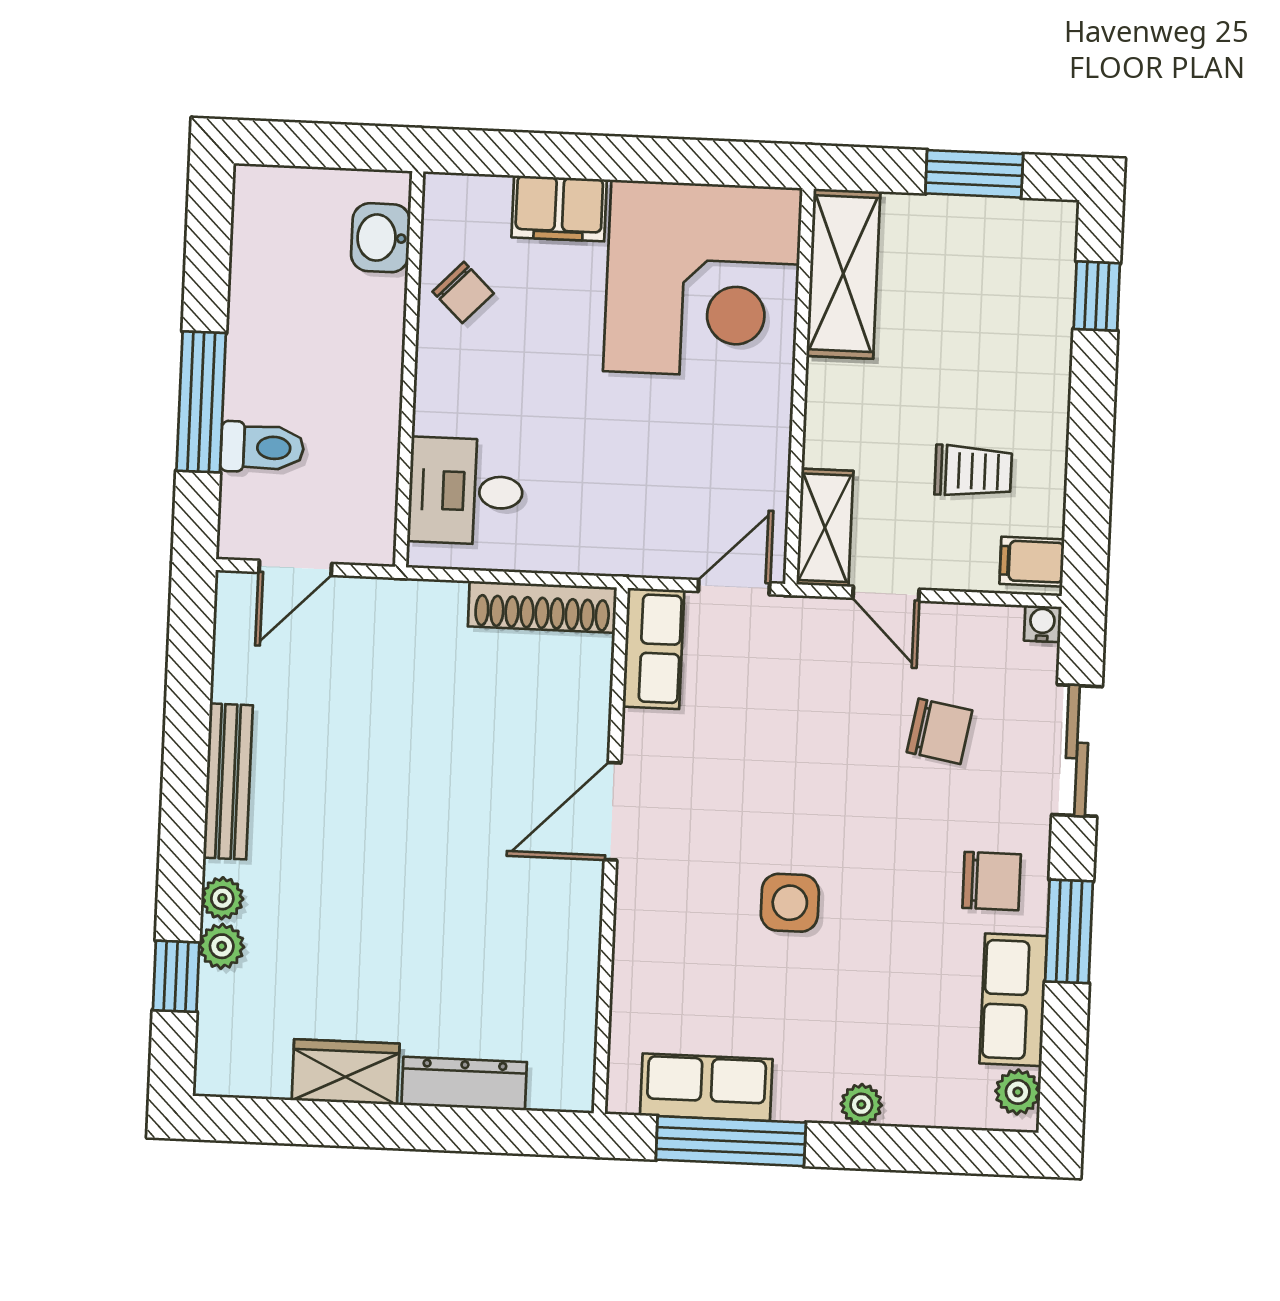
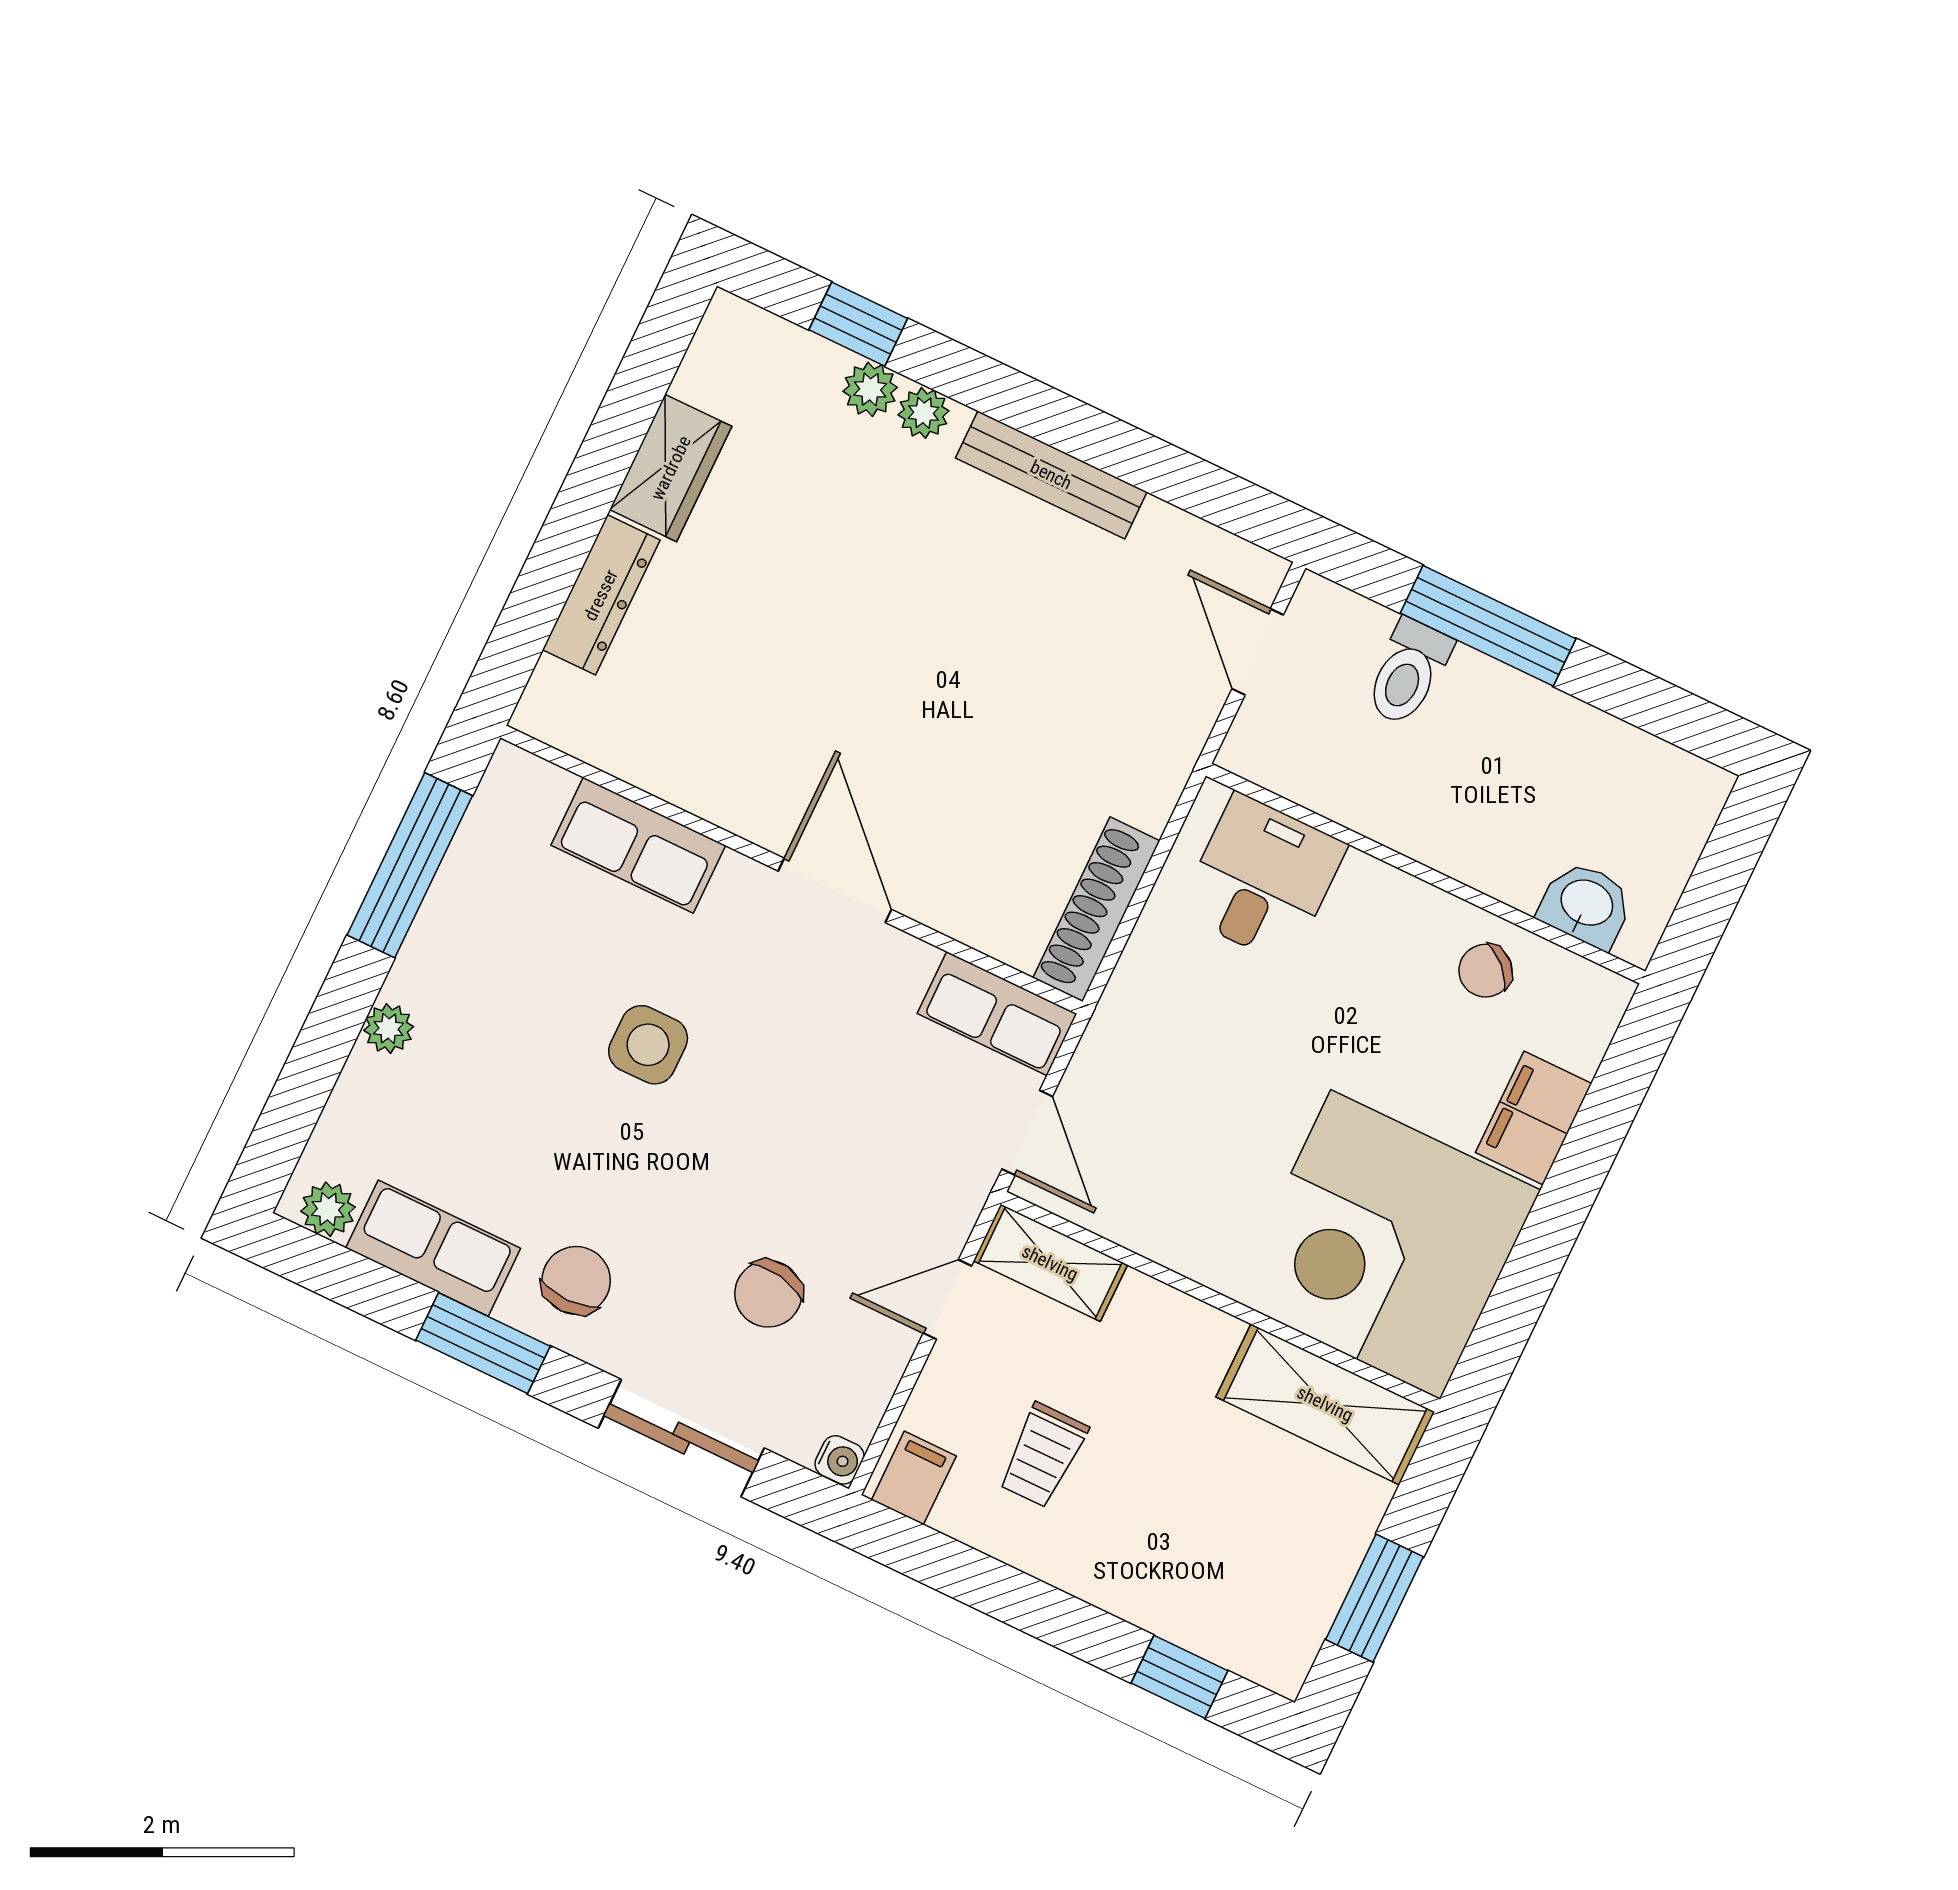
chair: (992, 881) -> (576, 1280), turned 180
row of seats: (706, 1087) -> (638, 845), moved, turned 90

